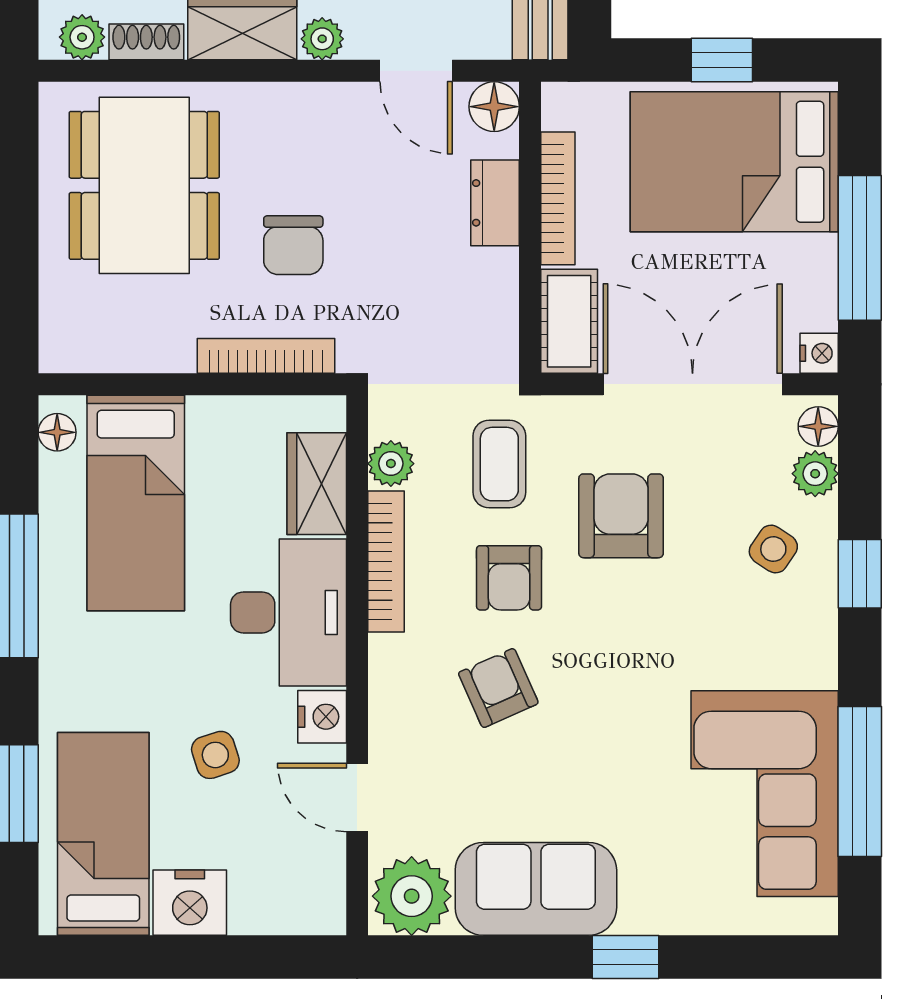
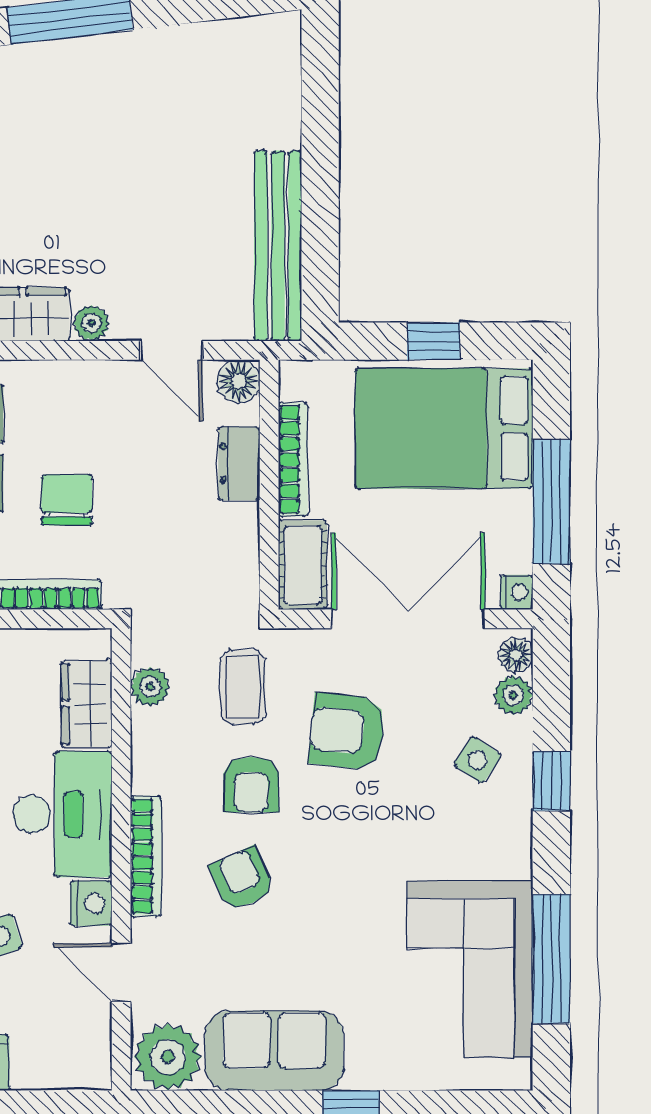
chair: (293, 245) -> (67, 500), turned 180
armchair: (621, 516) -> (347, 731), turned -84
bookcase: (386, 561) -> (146, 856), moved

